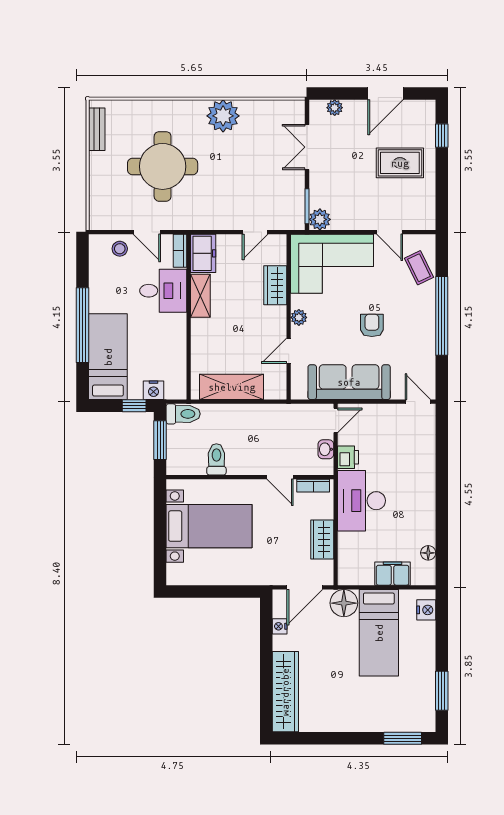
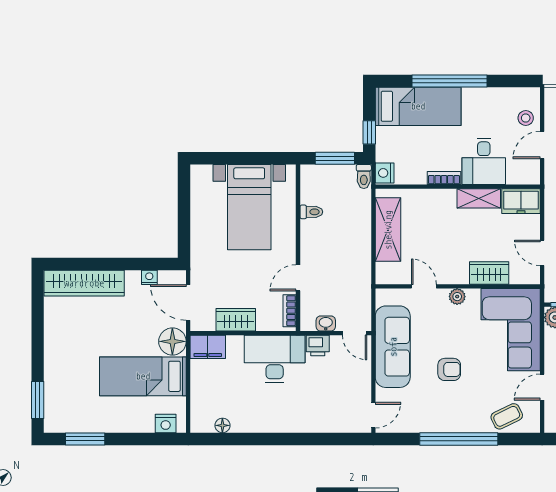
bookcase: (180, 251) -> (444, 178), moved
nightstand: (154, 390) -> (385, 173), moved
toilet: (183, 414) -> (364, 177), width x0.73, depth x0.72
toilet: (216, 459) -> (311, 212), width x0.73, depth x0.72
filing cabinet: (393, 574) -> (208, 347), moved, turned 90

